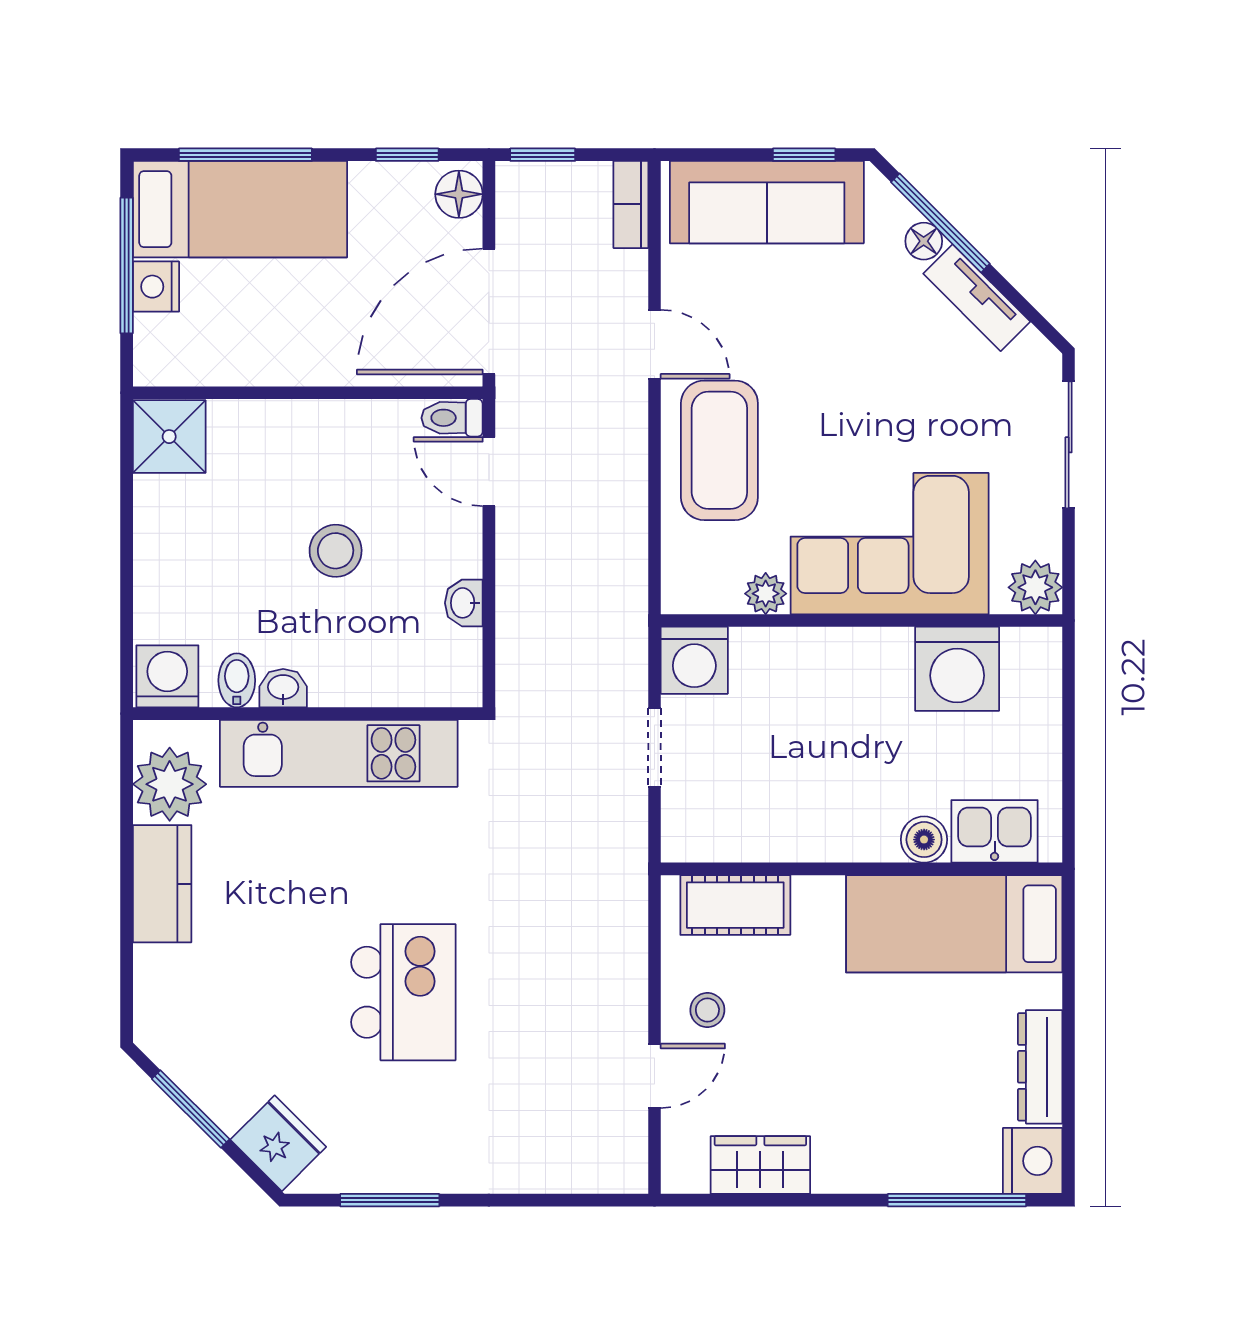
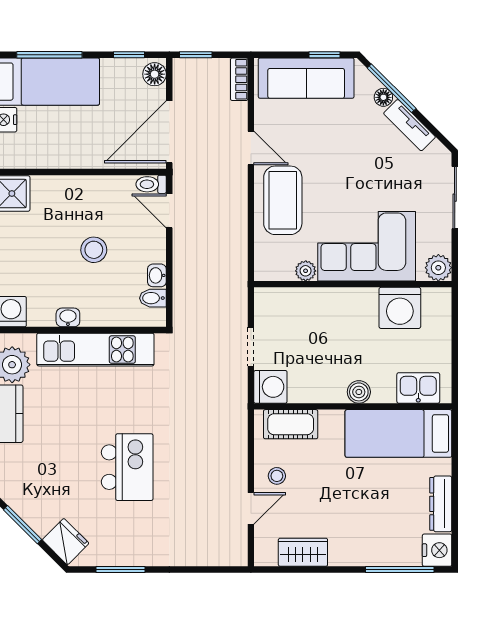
washing machine: (694, 660) -> (270, 387), moved, turned -90
bidet: (237, 680) -> (153, 298), moved, turned -90
boiler: (924, 840) -> (359, 392), moved

